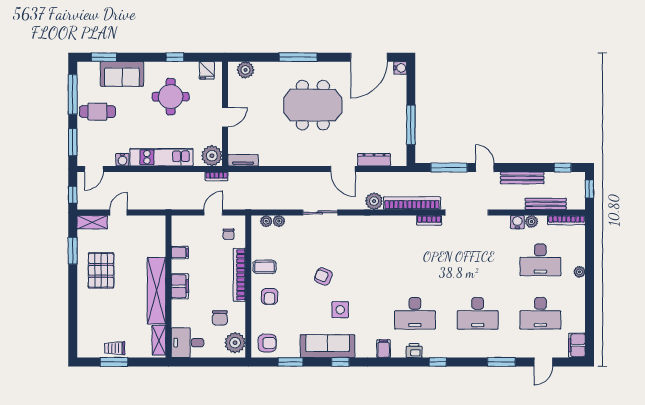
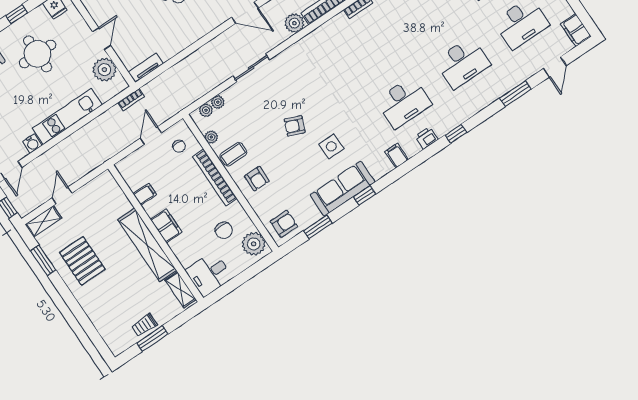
plant: (212, 156) -> (104, 70), moved
plant: (257, 243) -> (211, 137), added

